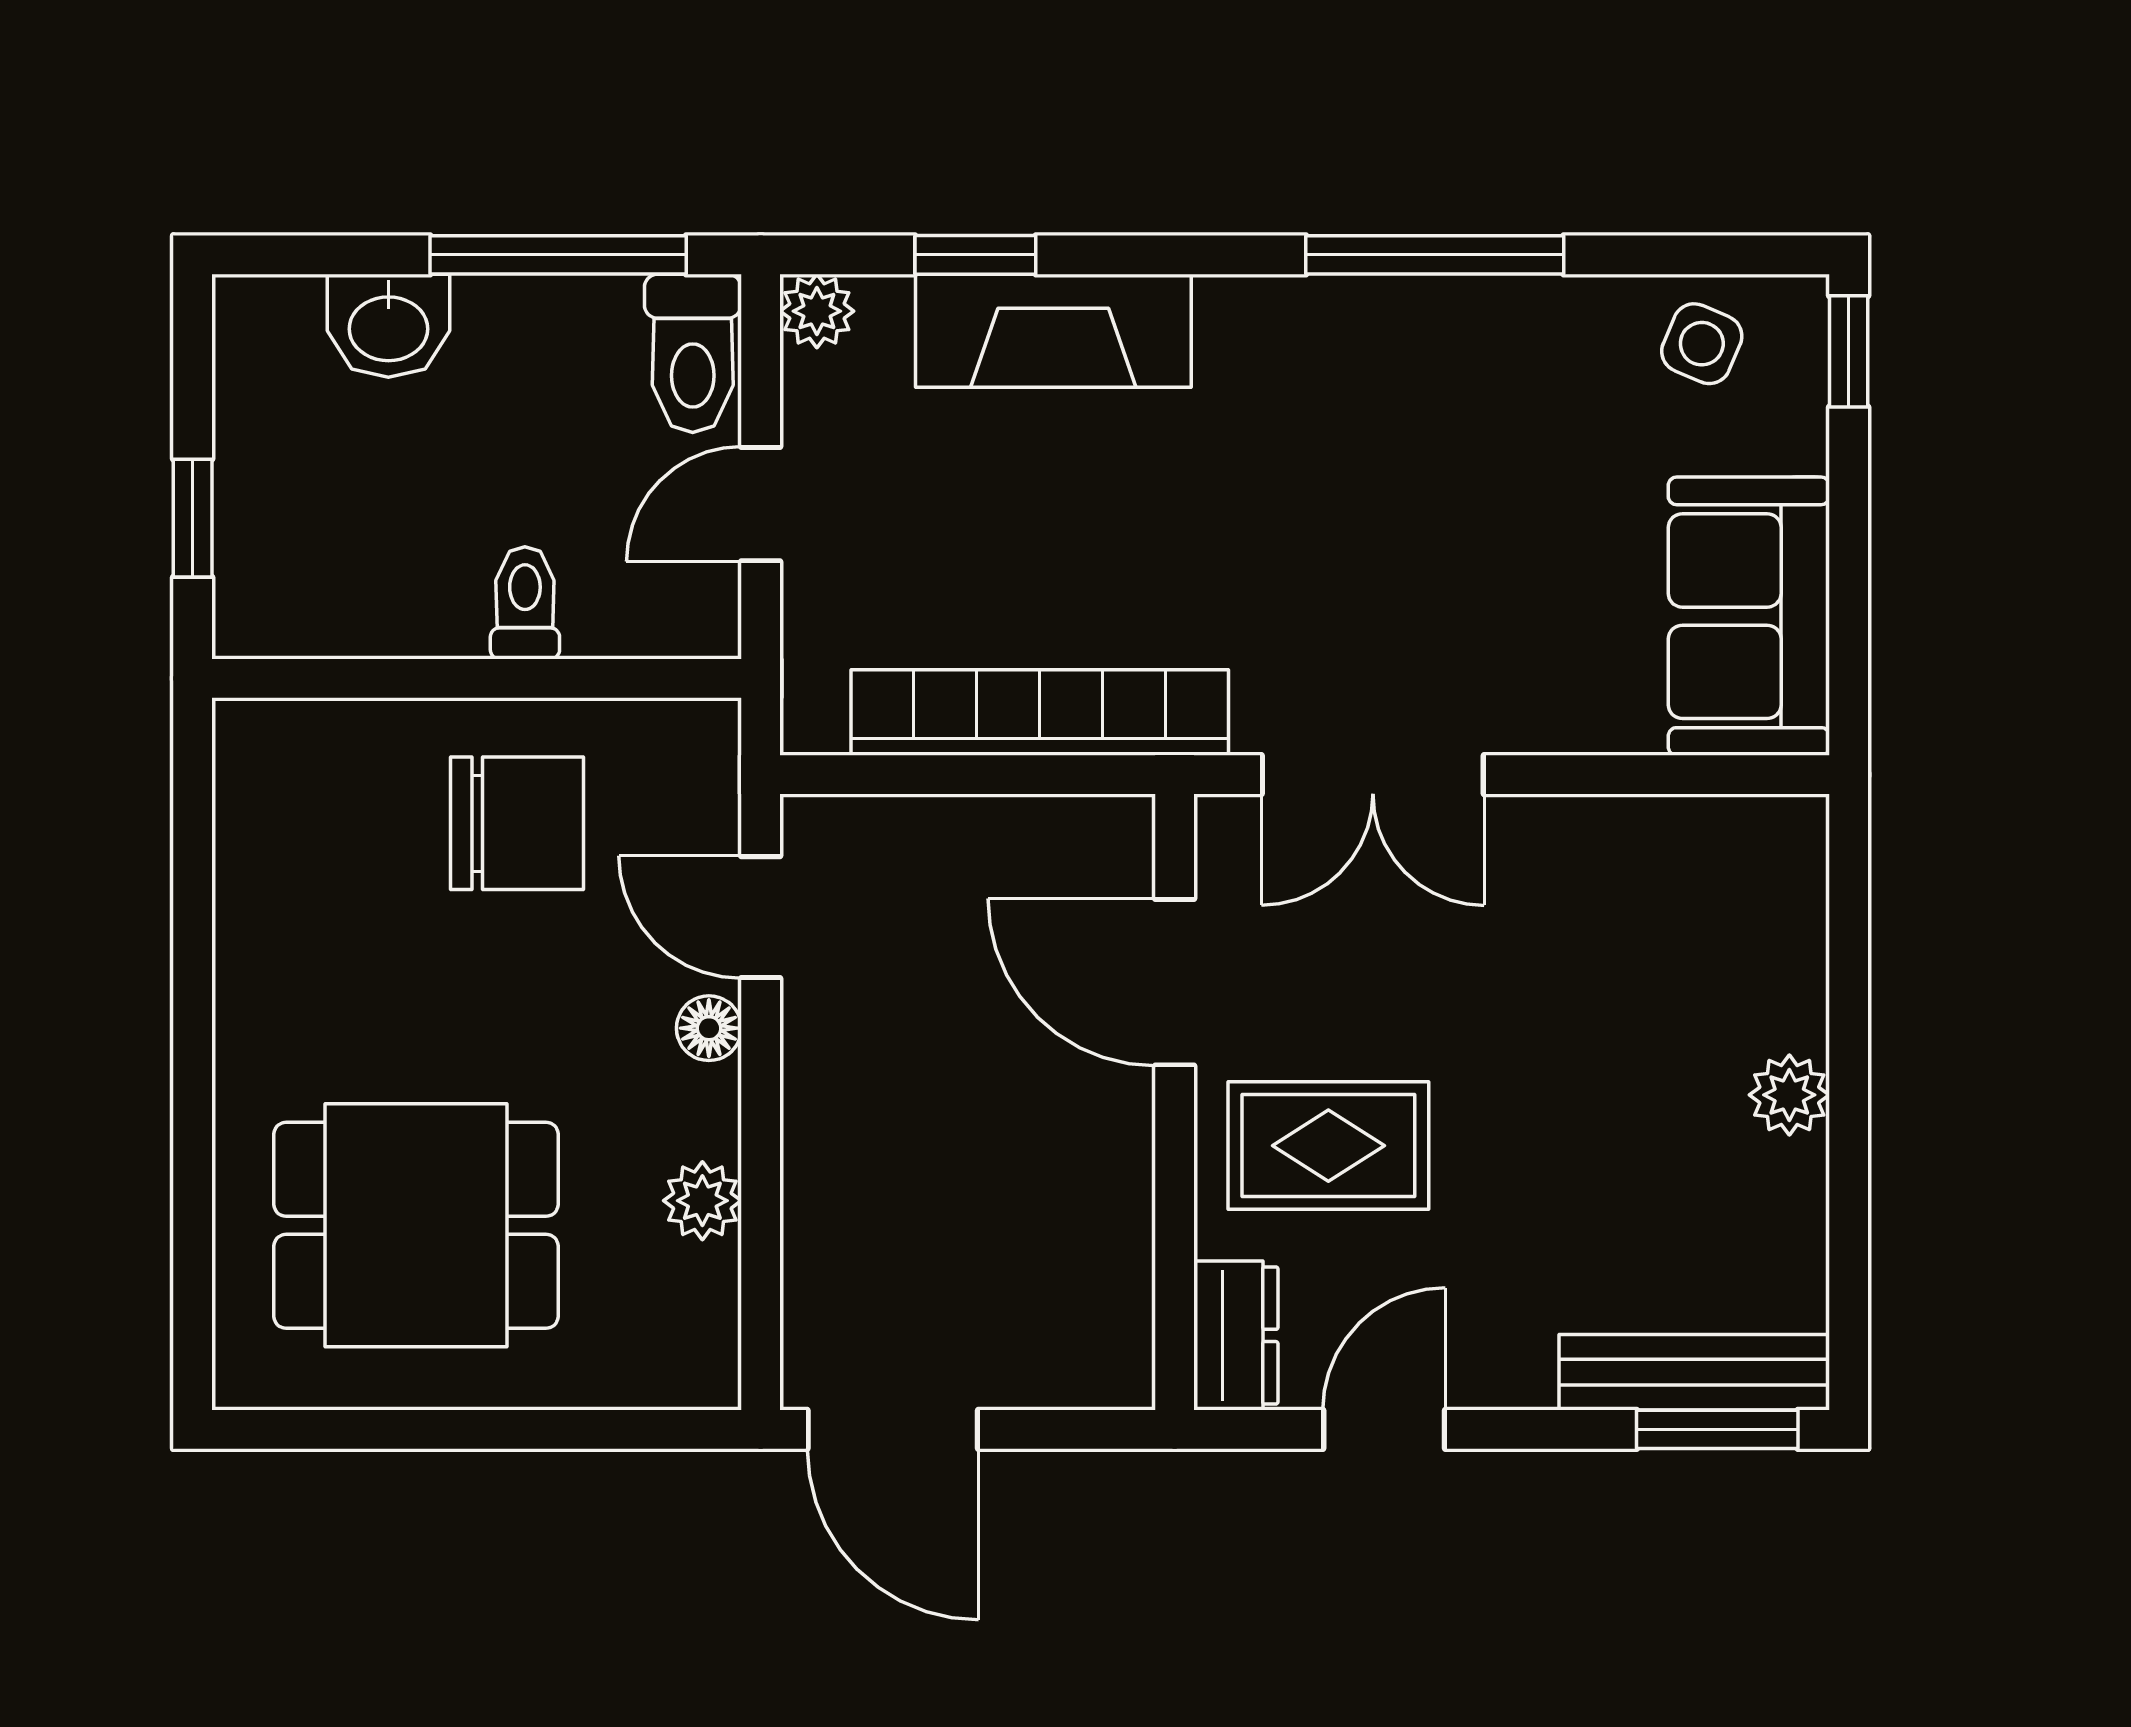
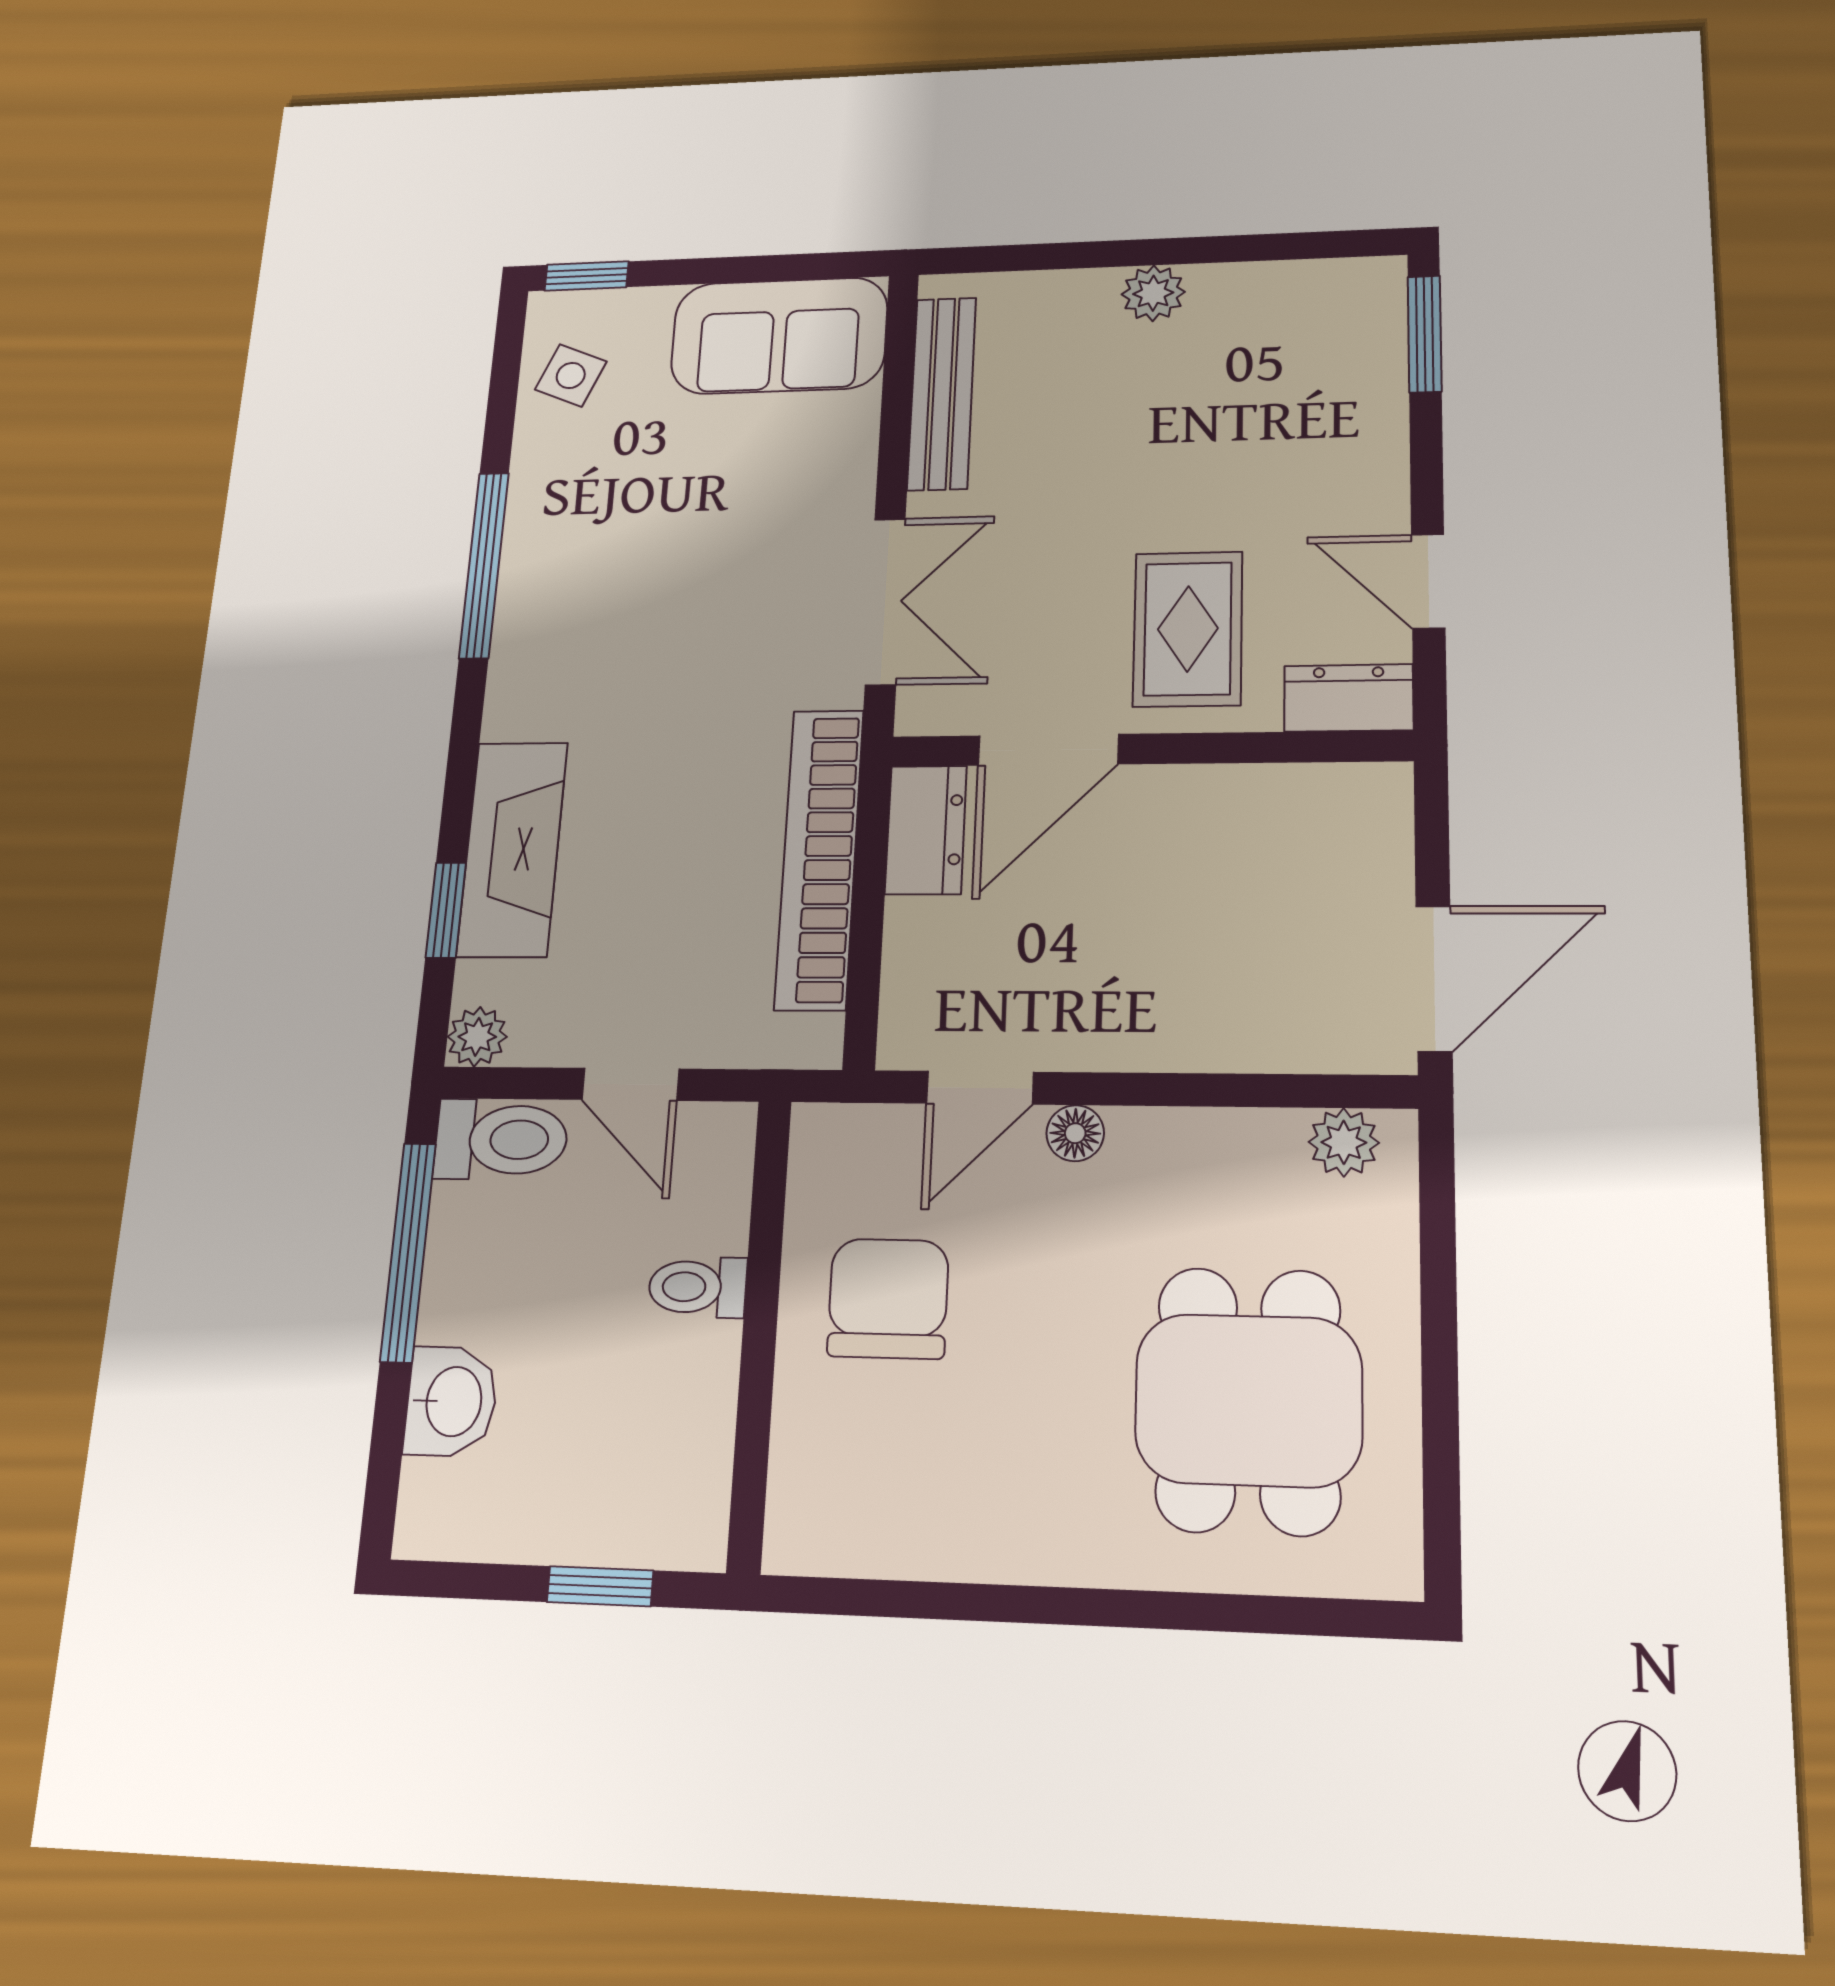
dresser: (1075, 839) -> (926, 830), added
plant: (702, 1201) -> (1344, 1142), moved
bench: (1694, 1372) -> (942, 393), moved

